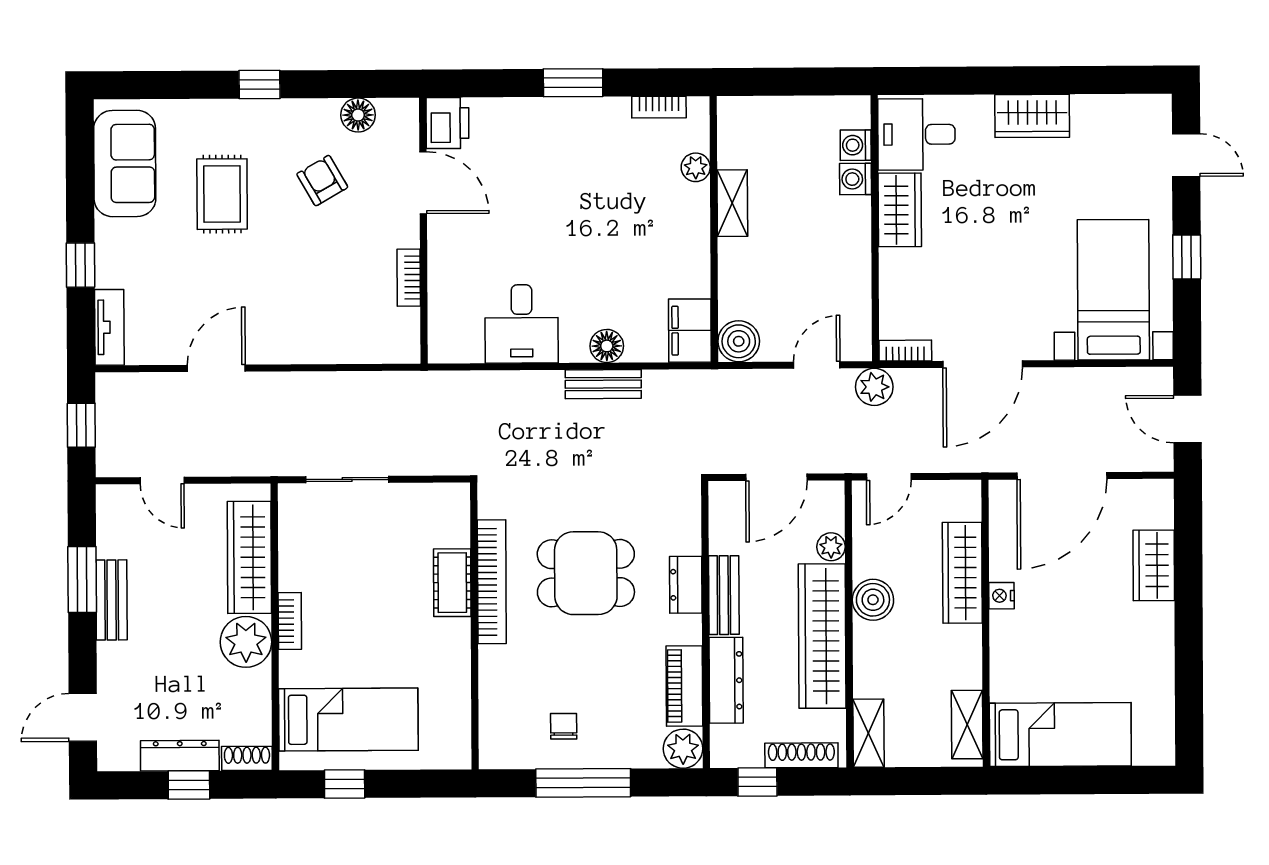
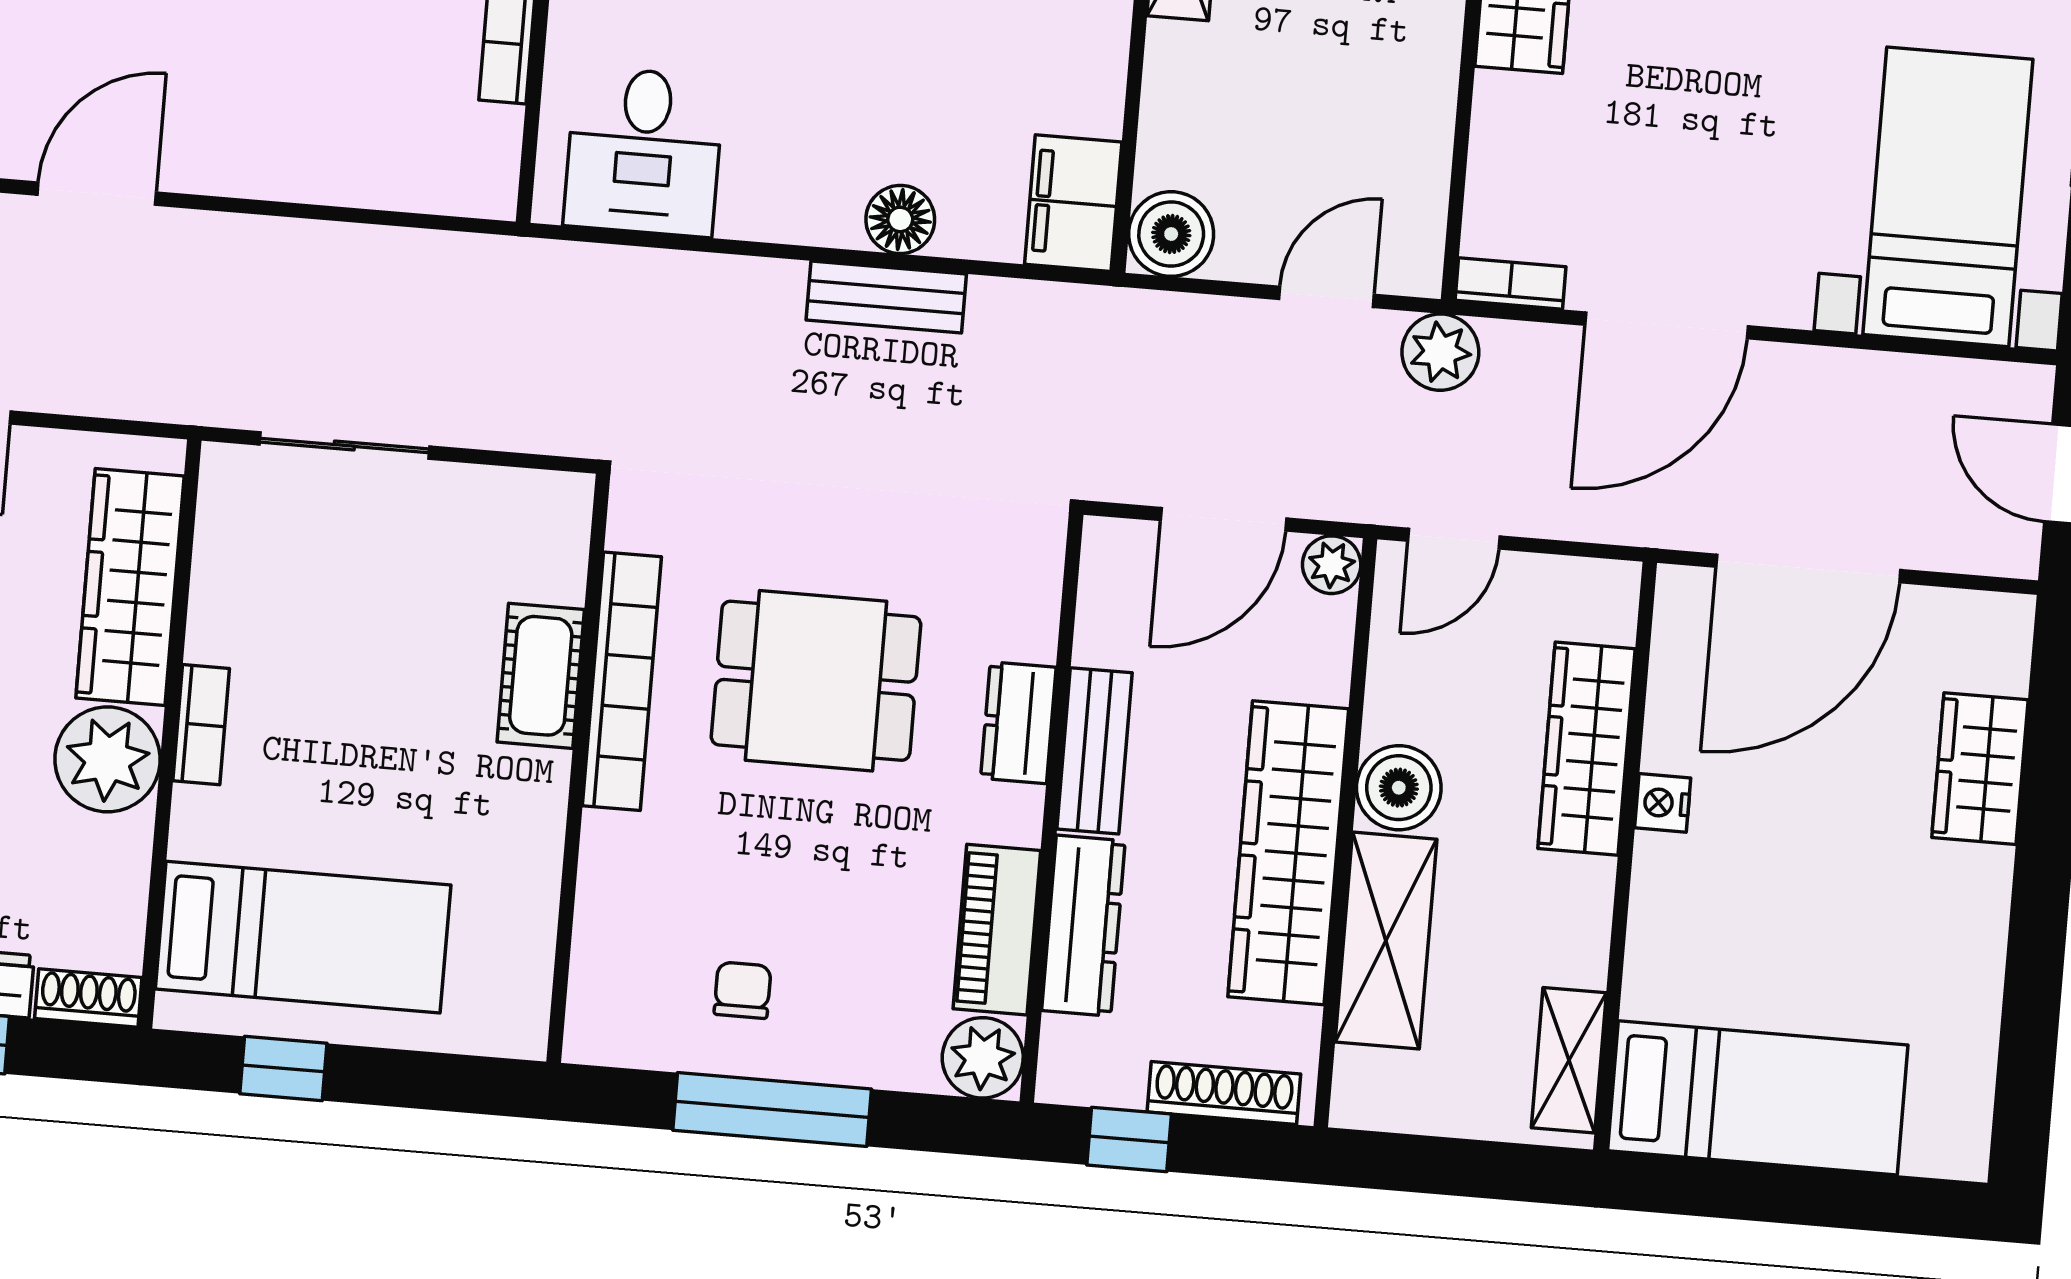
desk: (522, 324) -> (644, 151), moved
plant: (831, 547) -> (1332, 565), moved
shelving: (868, 733) -> (1386, 941), moved, width x1.50, depth x1.33

